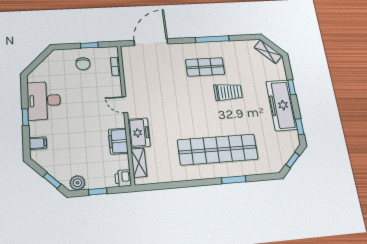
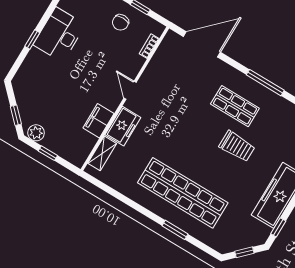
filing cabinet: (38, 143) -> (27, 72), removed
printer: (123, 178) -> (78, 157), removed

